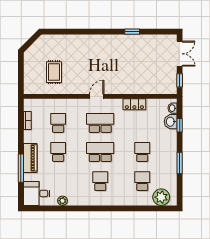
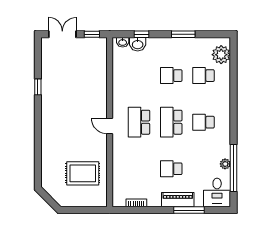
rug: (54, 72) -> (83, 173), width x1.36, depth x1.43
locker: (134, 104) -> (118, 84), removed
school desk: (58, 123) -> (139, 169), removed
window: (59, 208) -> (234, 168), added

